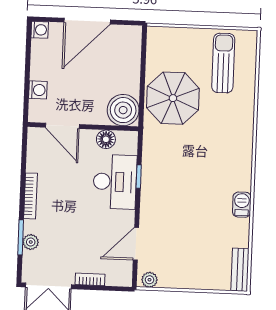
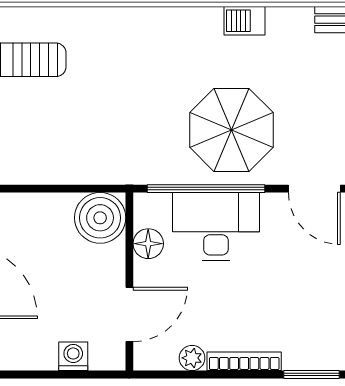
parasol: (173, 98) -> (231, 130), moved
window: (139, 177) -> (206, 189), width x3.17
plant: (31, 242) -> (192, 358), moved

